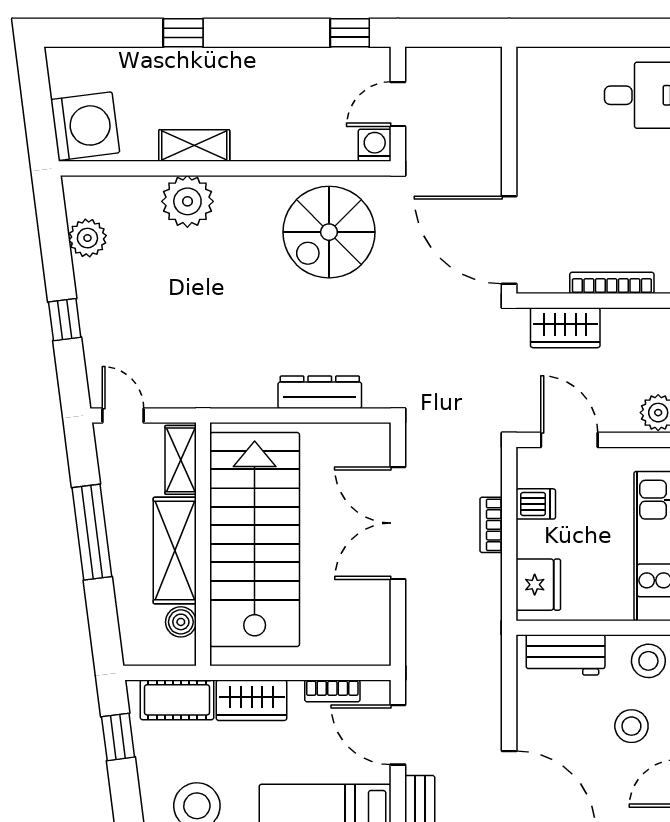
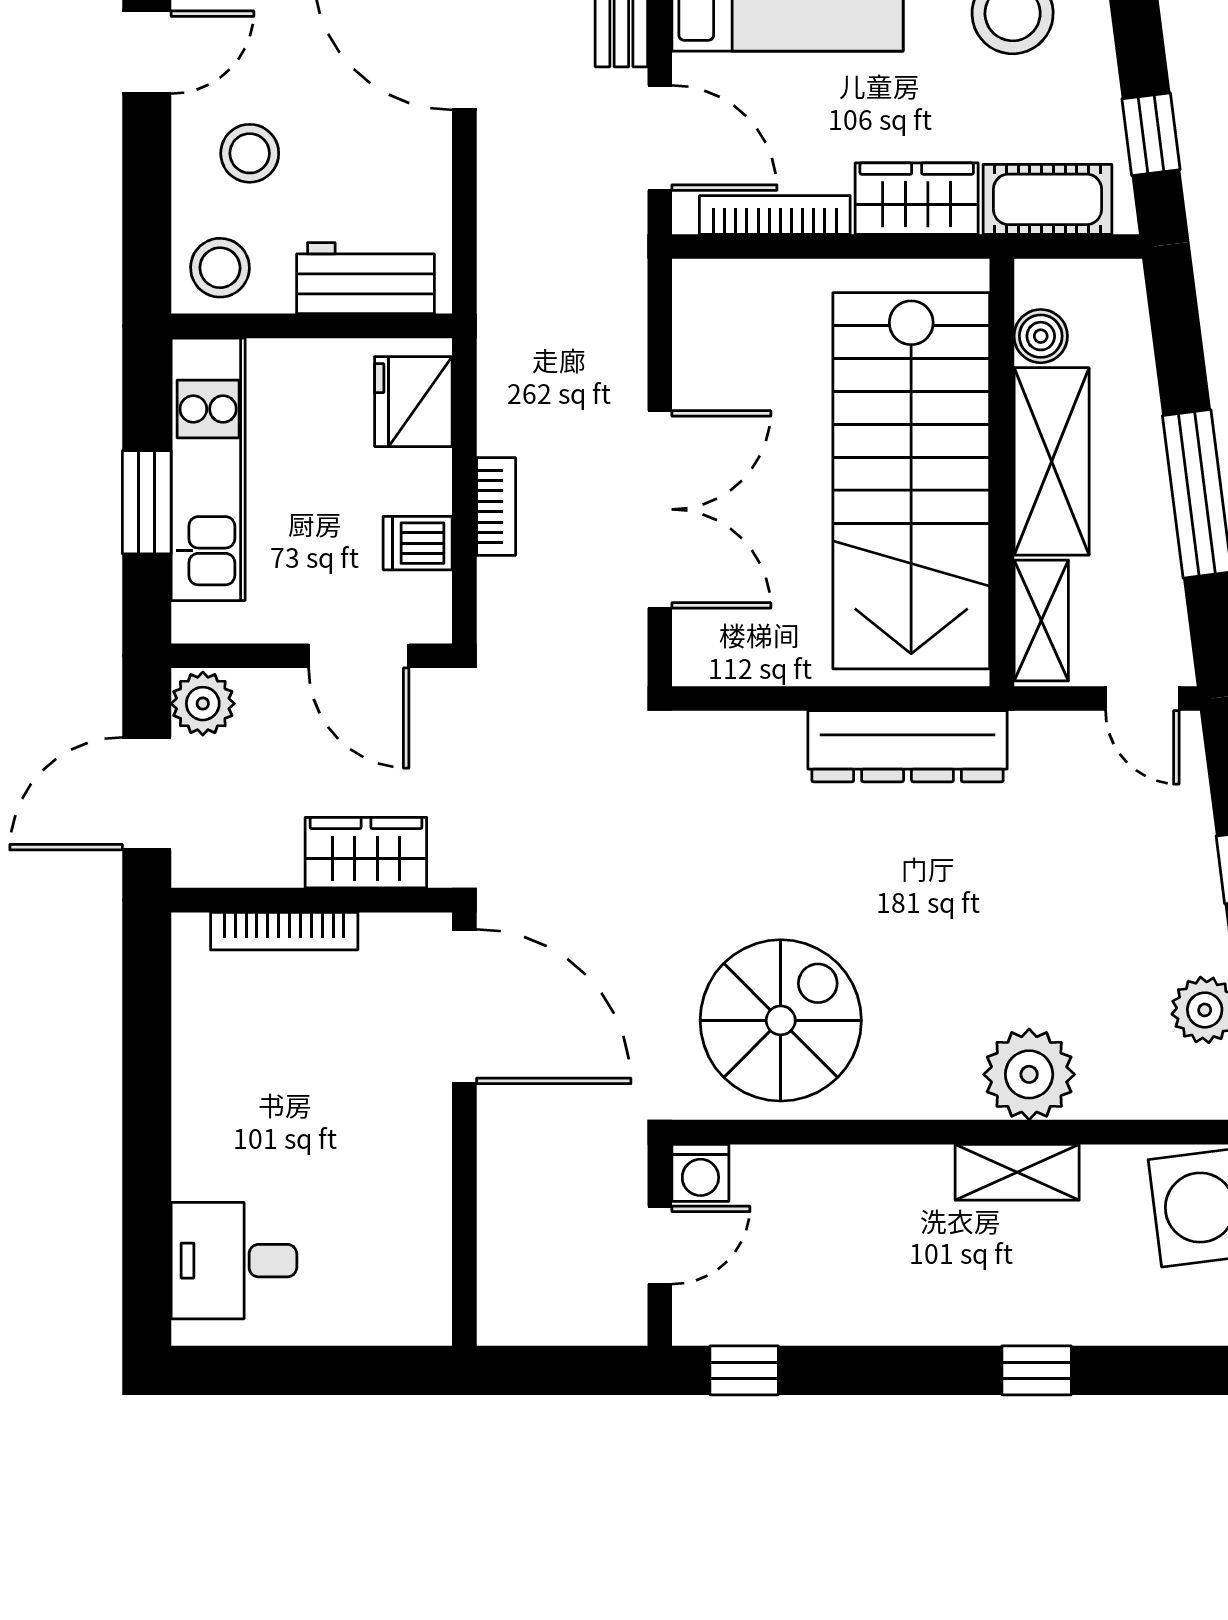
dresser: (320, 392) -> (908, 746), moved, width x1.37, depth x1.24
bookcase: (332, 691) -> (775, 215), width x1.56

